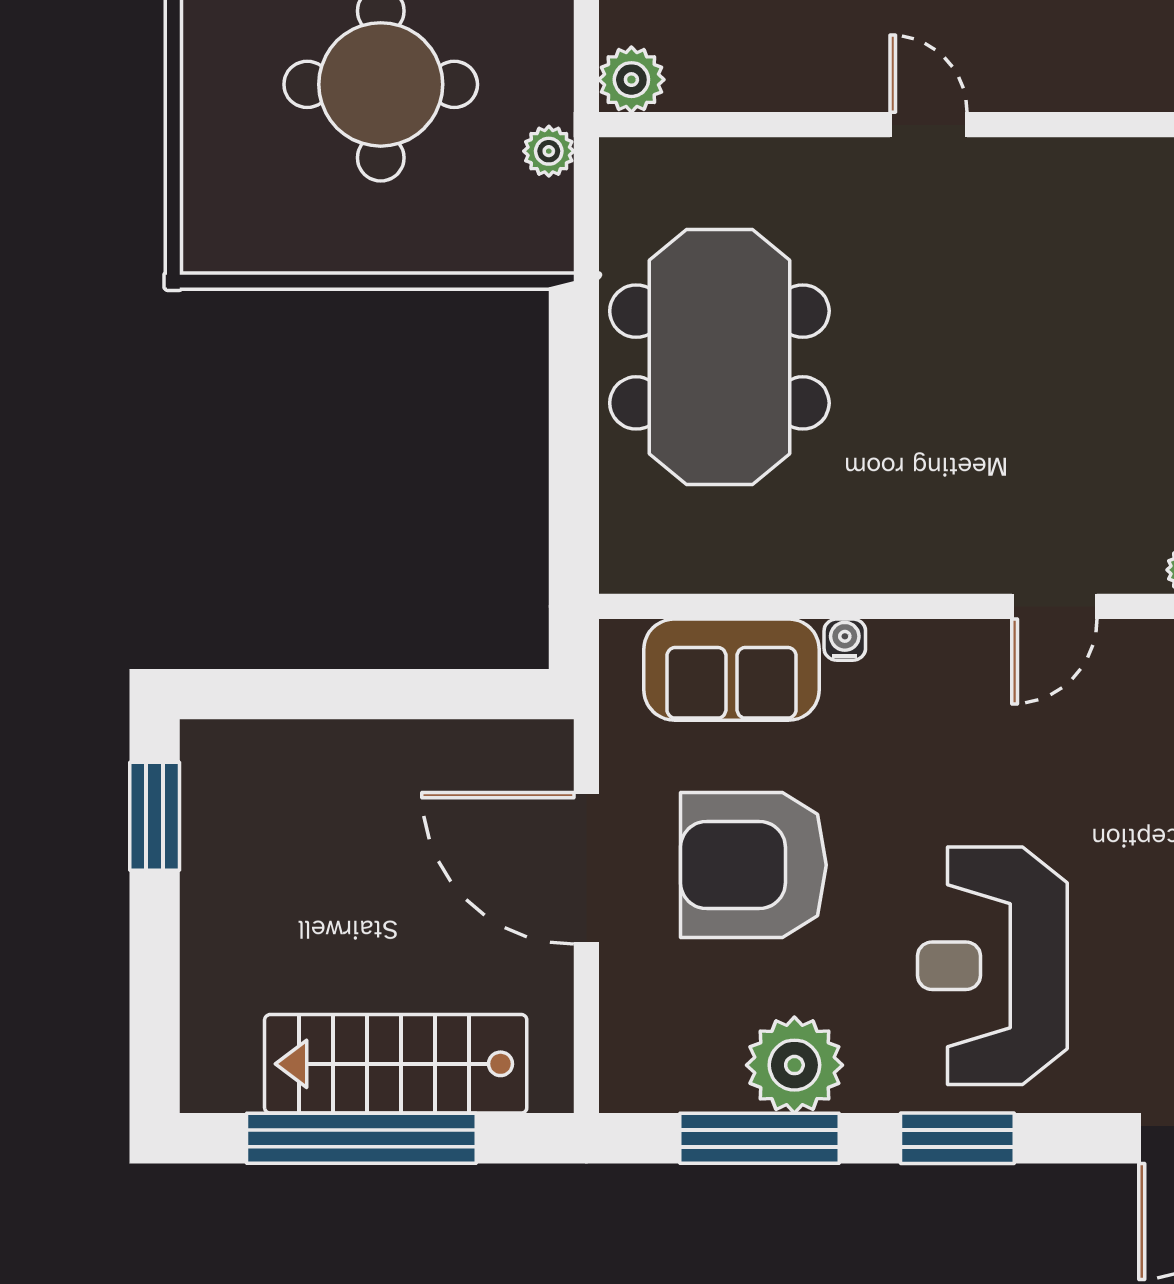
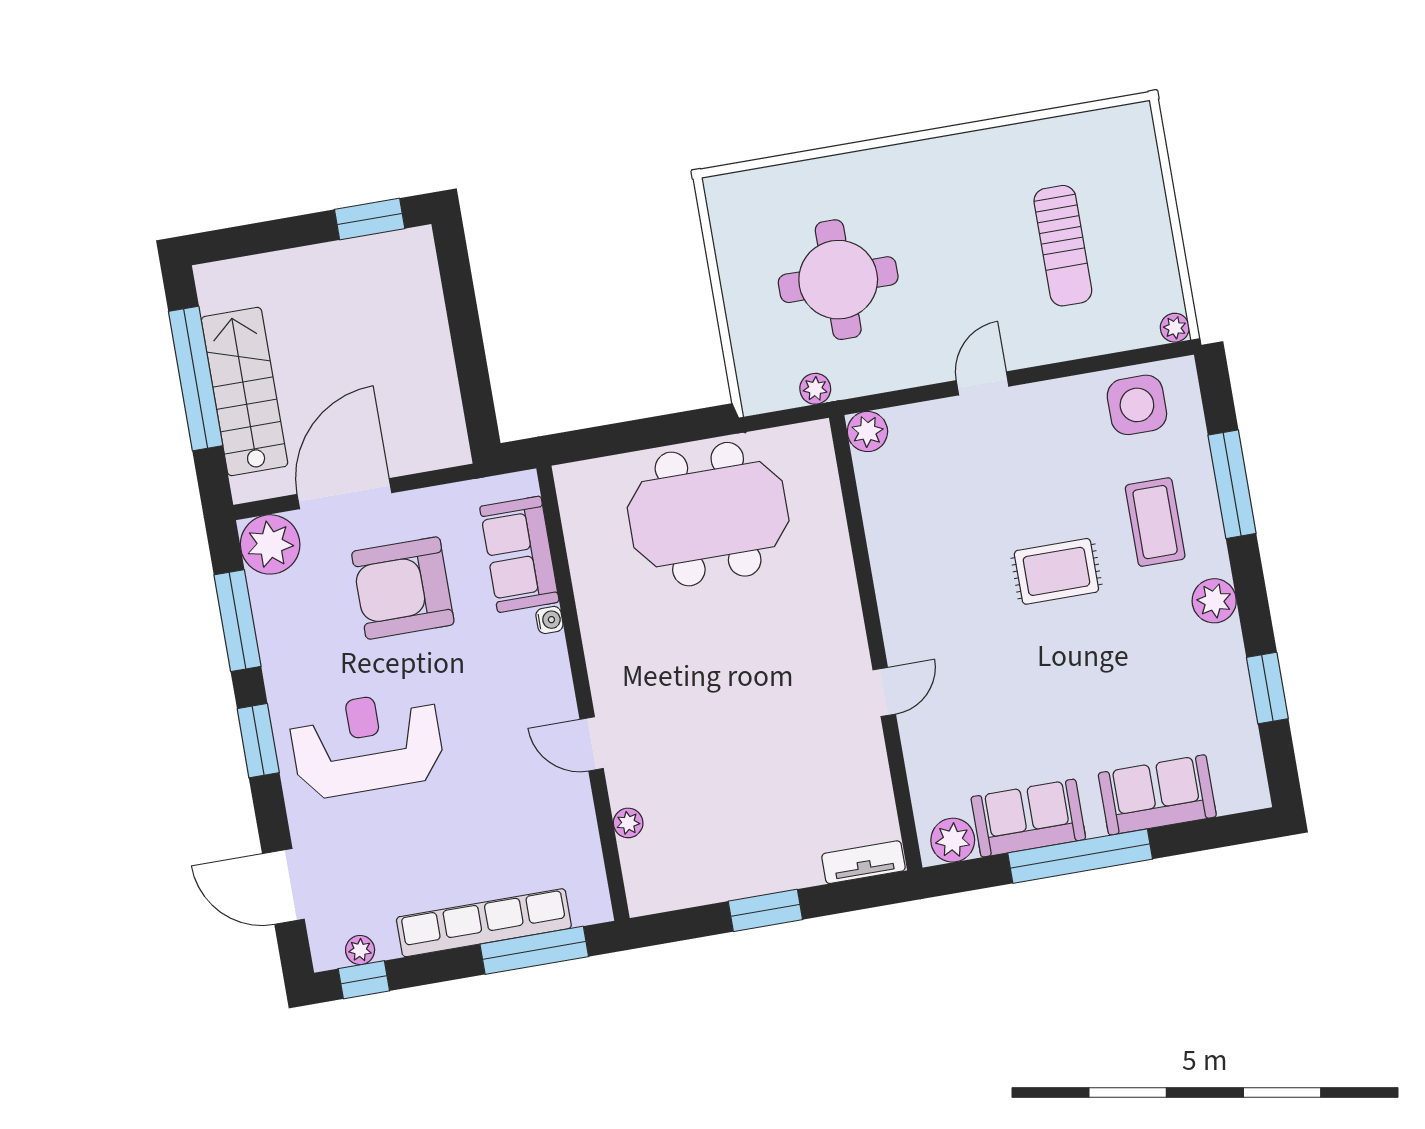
door: (929, 125) -> (884, 692), moved
armchair: (753, 865) -> (403, 588), turned -90
door: (586, 868) -> (344, 494), moved
plant: (794, 1065) -> (270, 544), moved

